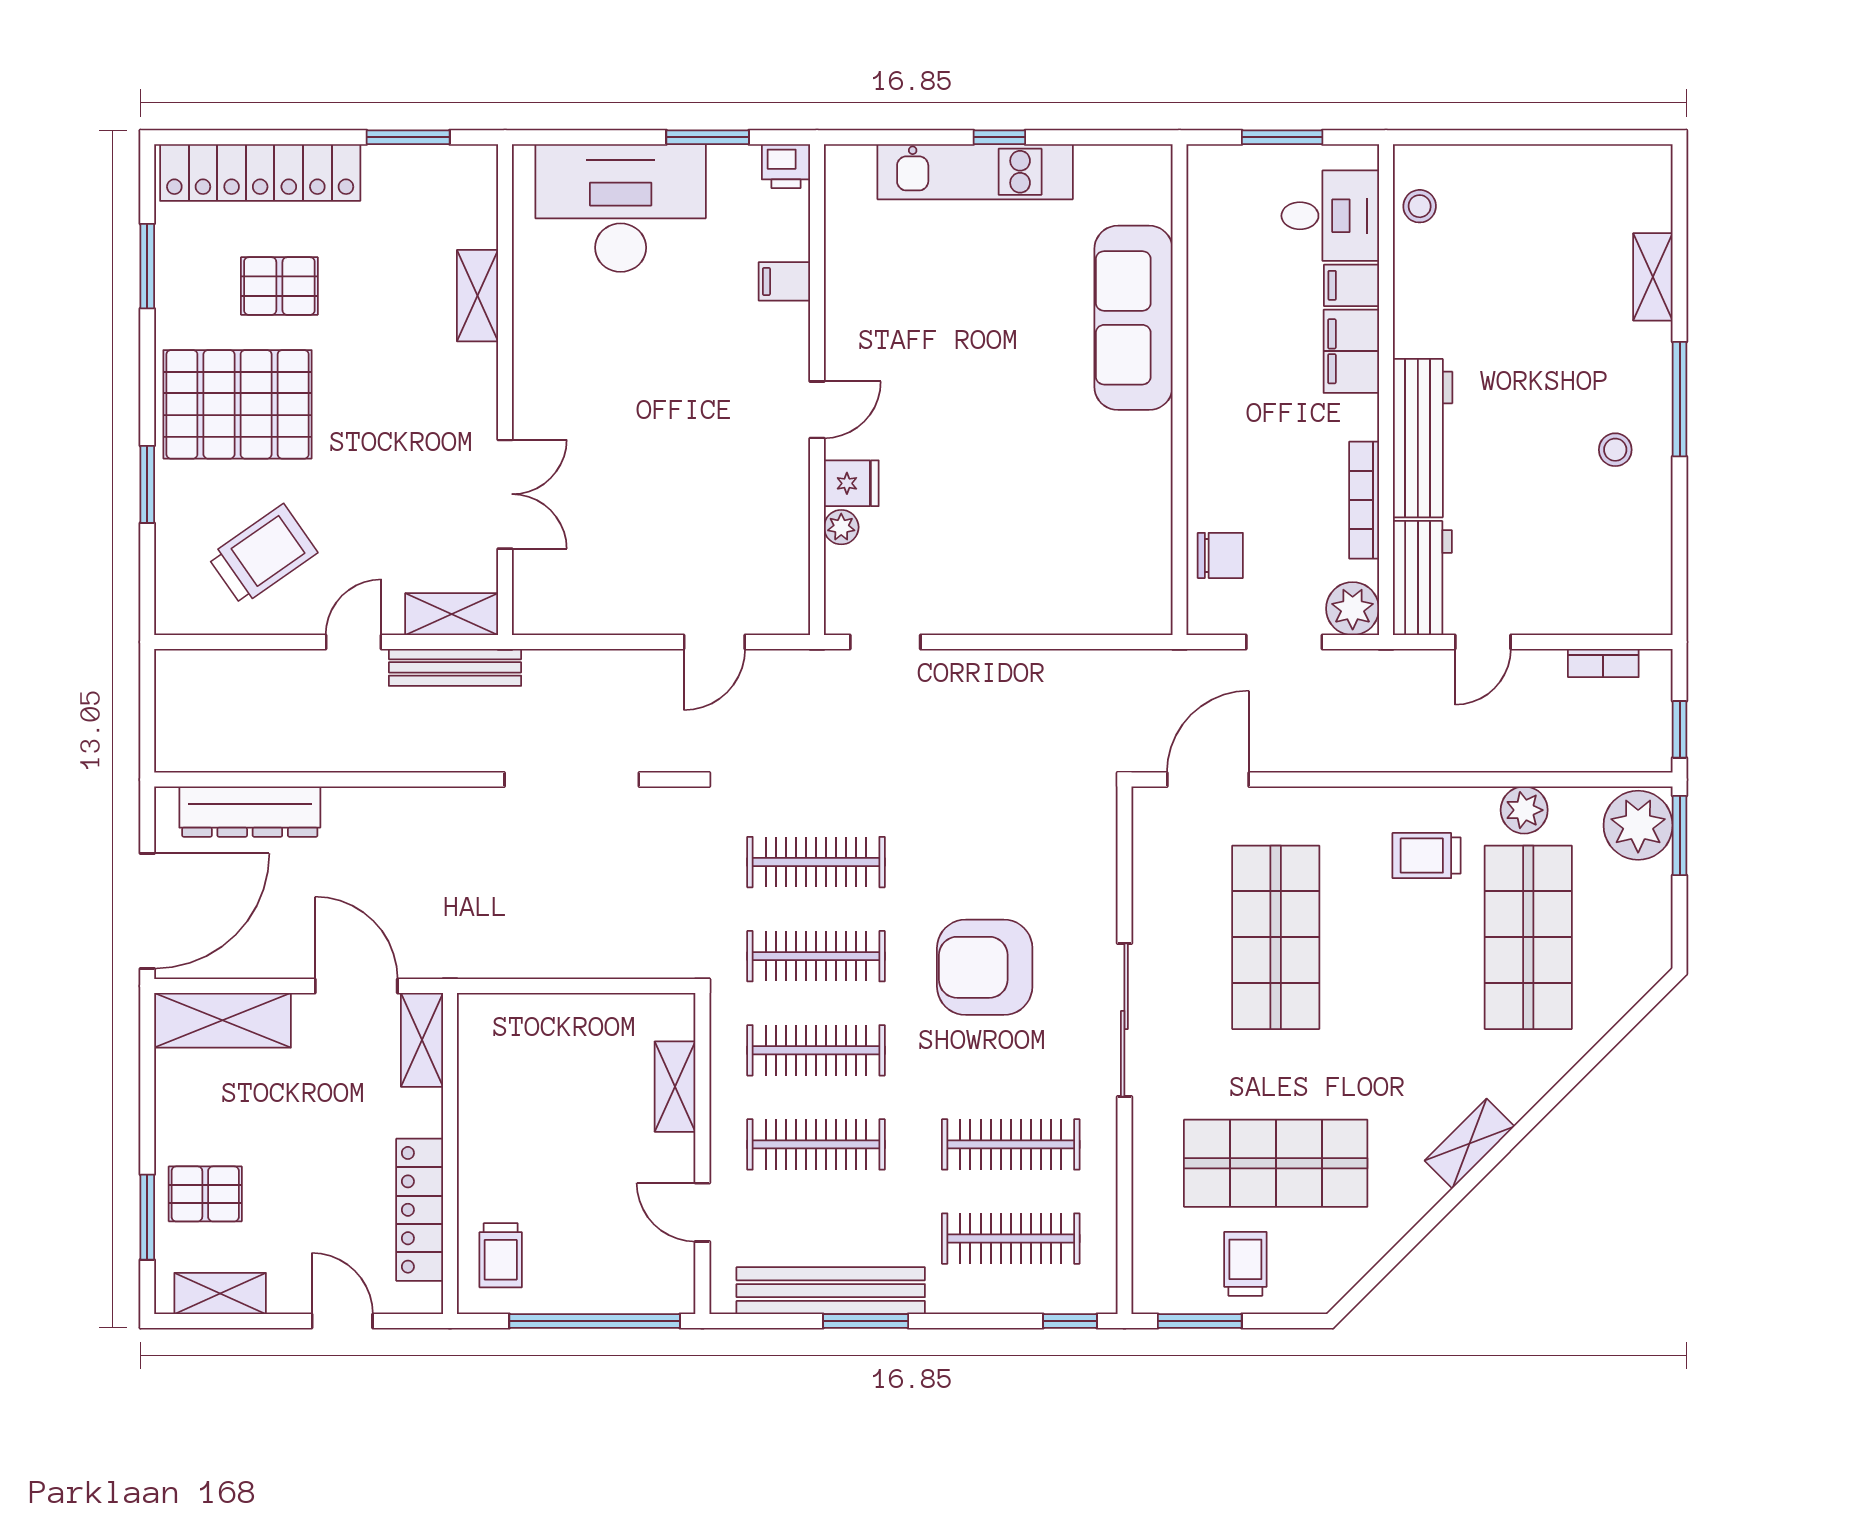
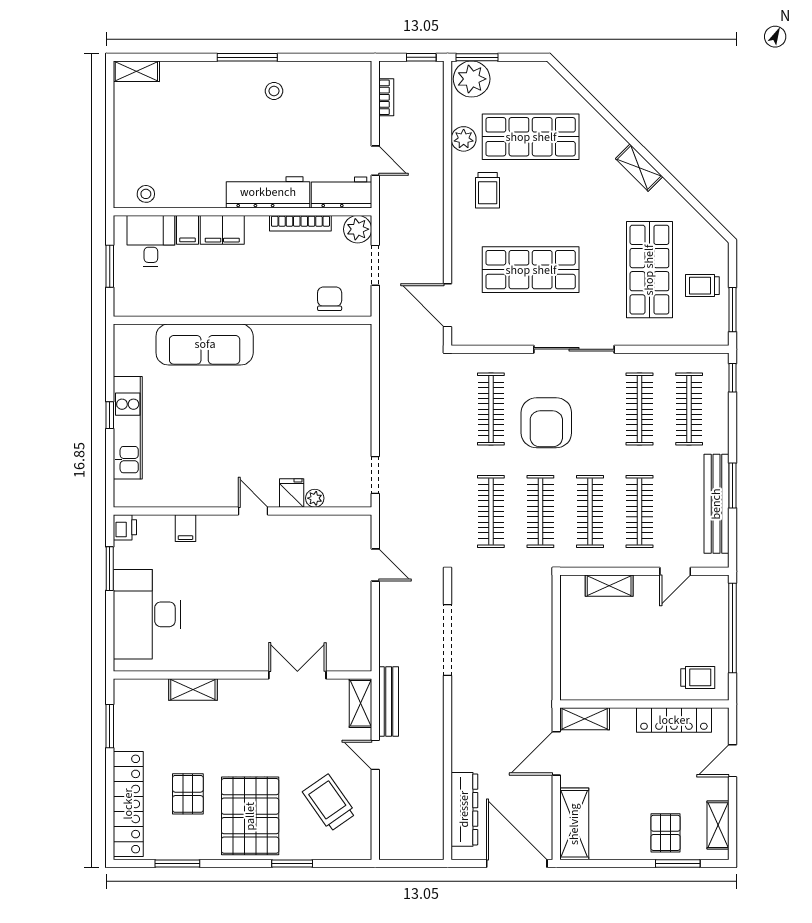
shelving: (1653, 277) -> (136, 71), moved
clothes rail: (1011, 862) -> (491, 409), added

